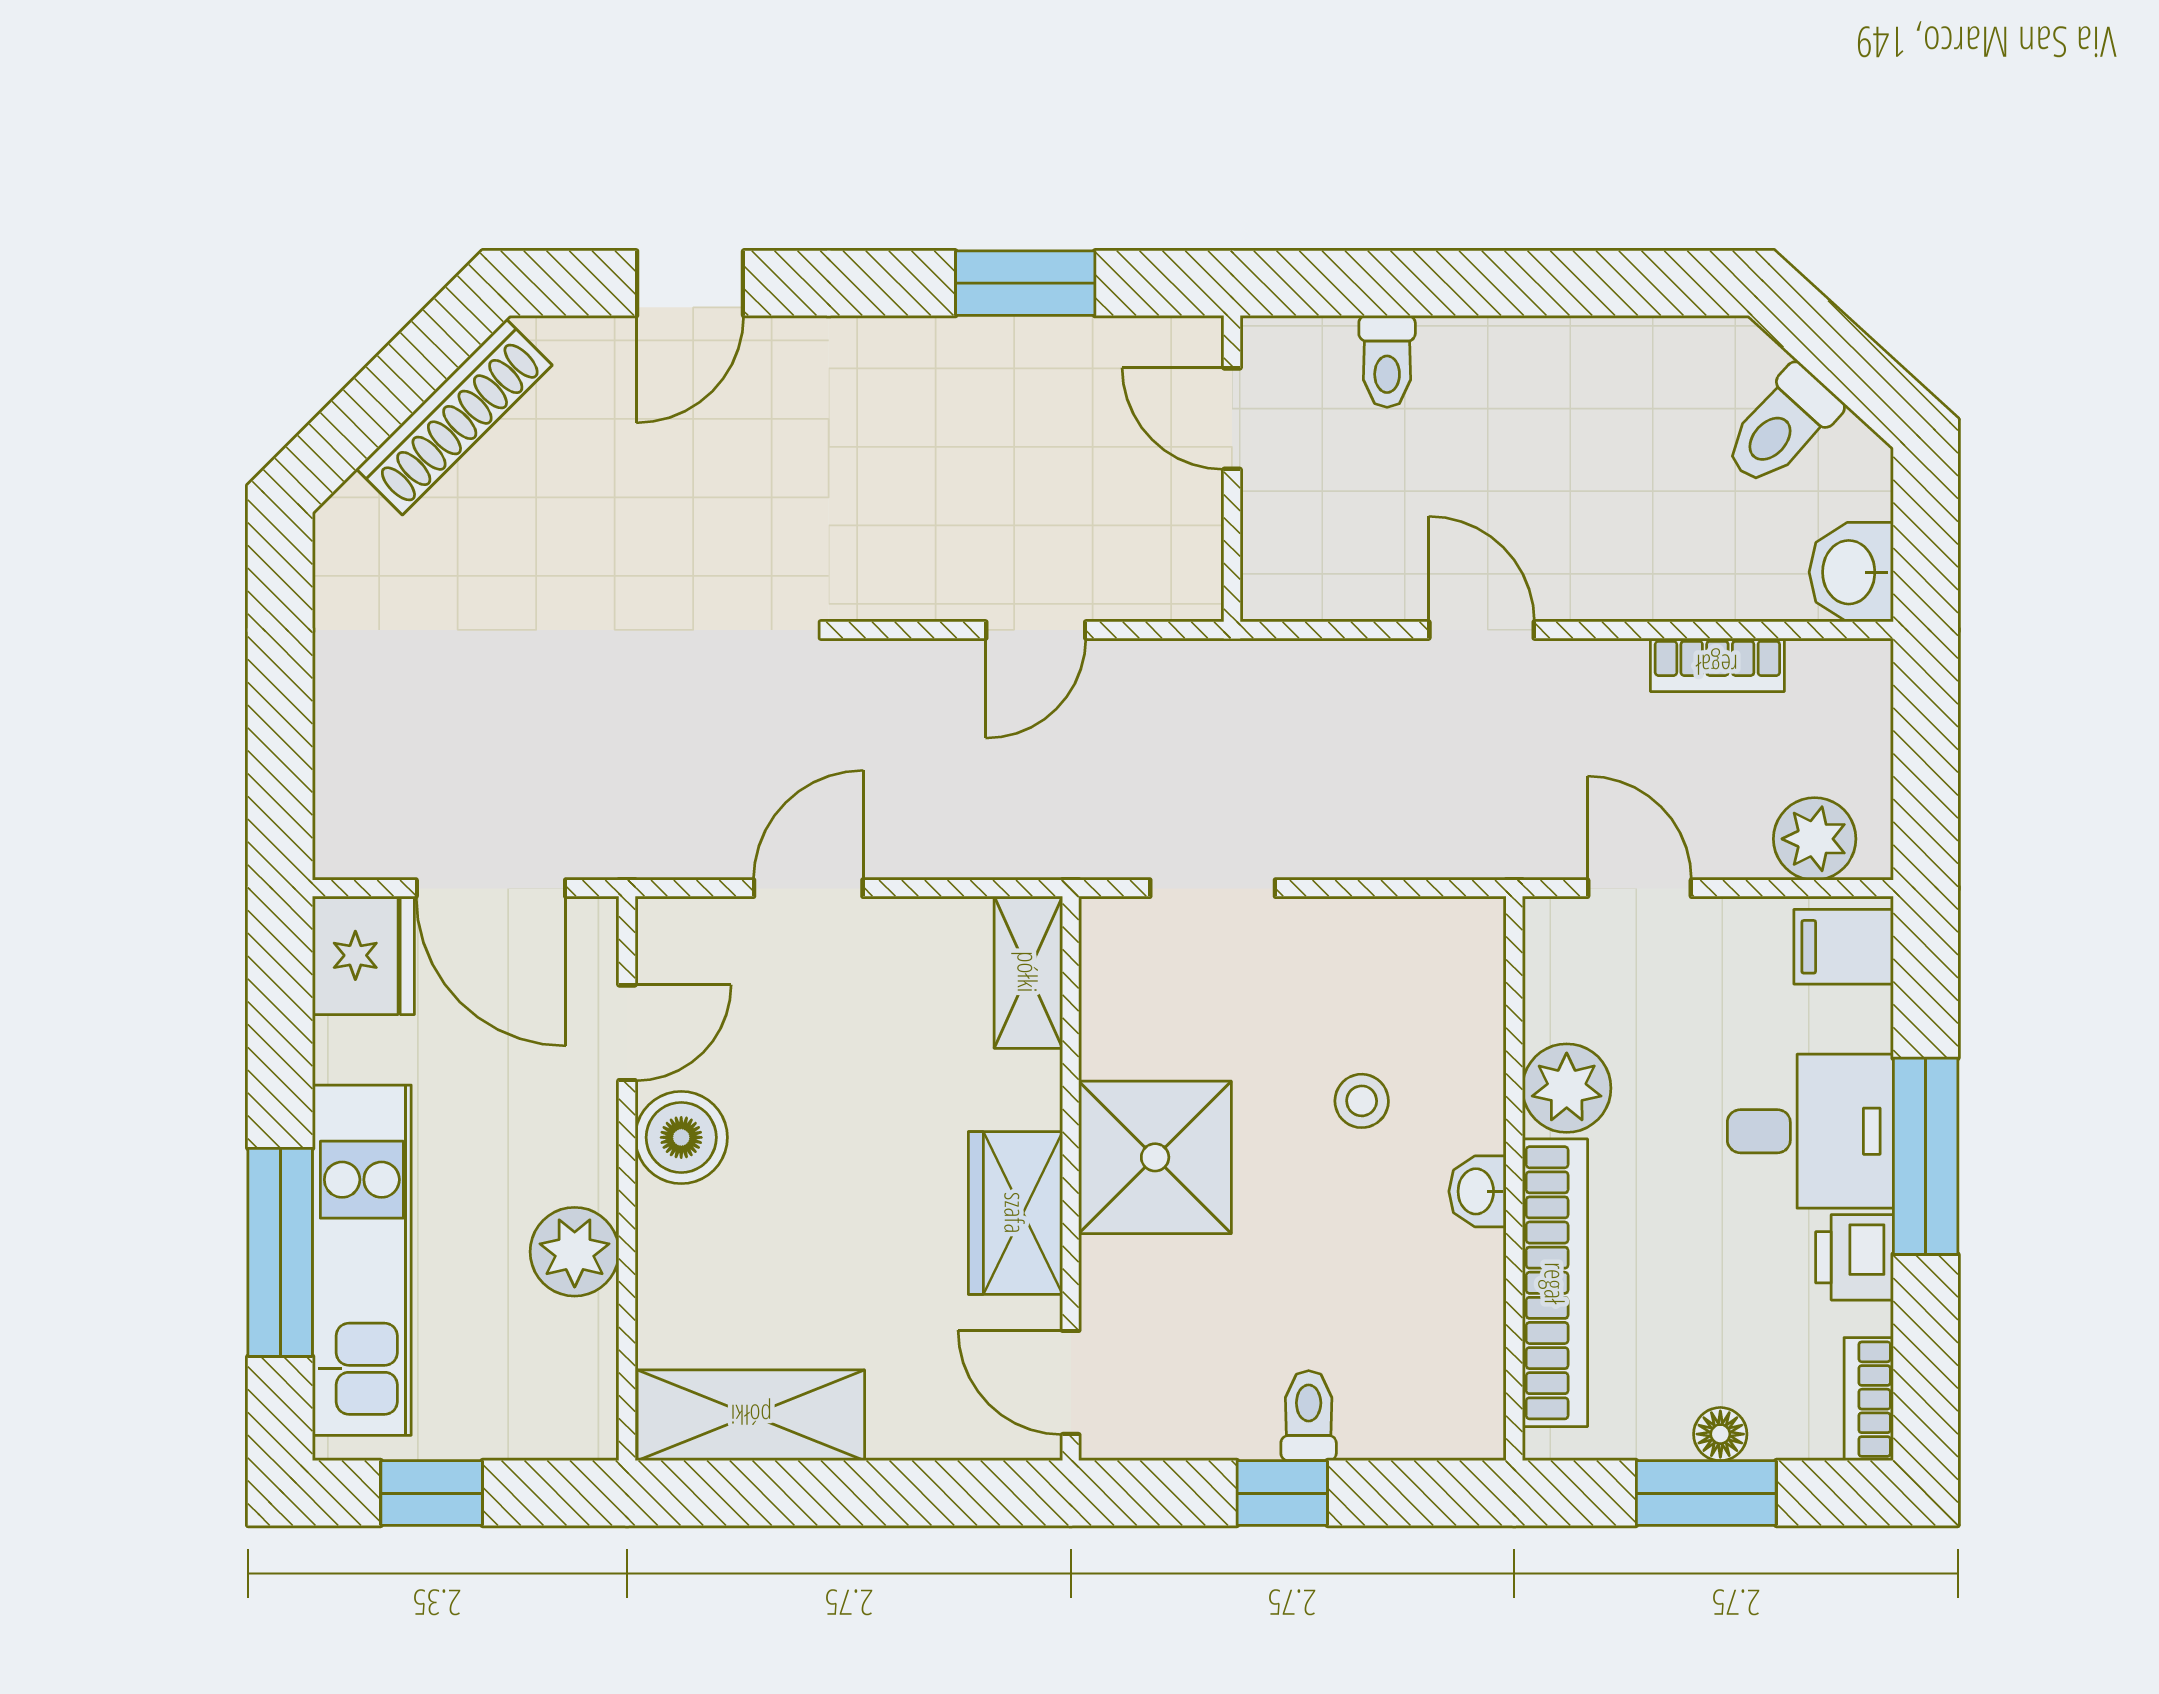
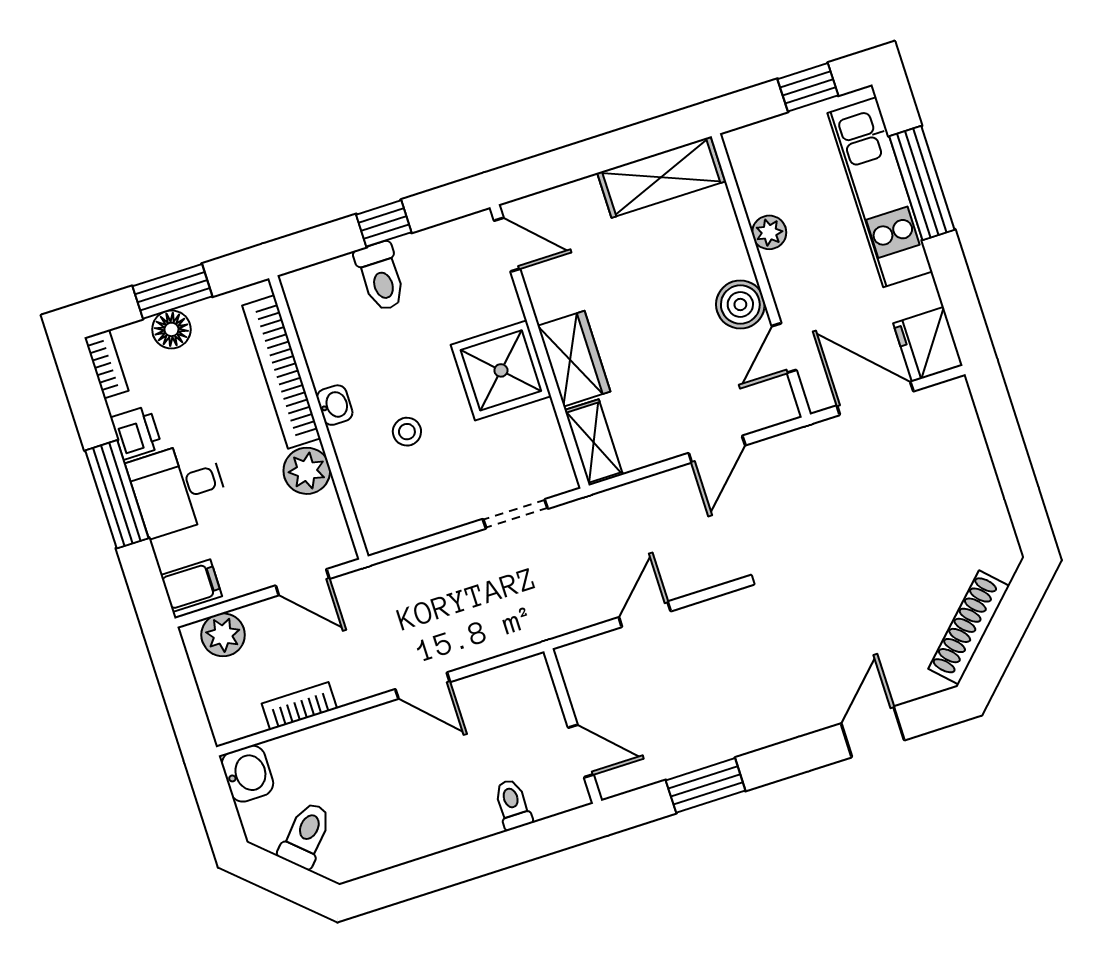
wardrobe: (1015, 1213) -> (574, 359), moved
plant: (575, 1252) -> (769, 232), width x0.73, depth x0.73
toilet: (1309, 1416) -> (381, 277), width x1.37, depth x1.39
floor lamp: (1720, 1434) -> (171, 329), width x1.37, depth x1.37

